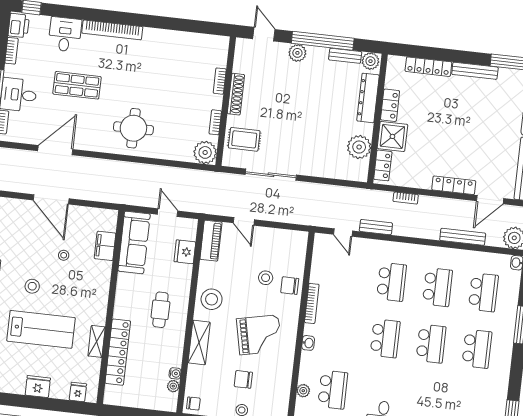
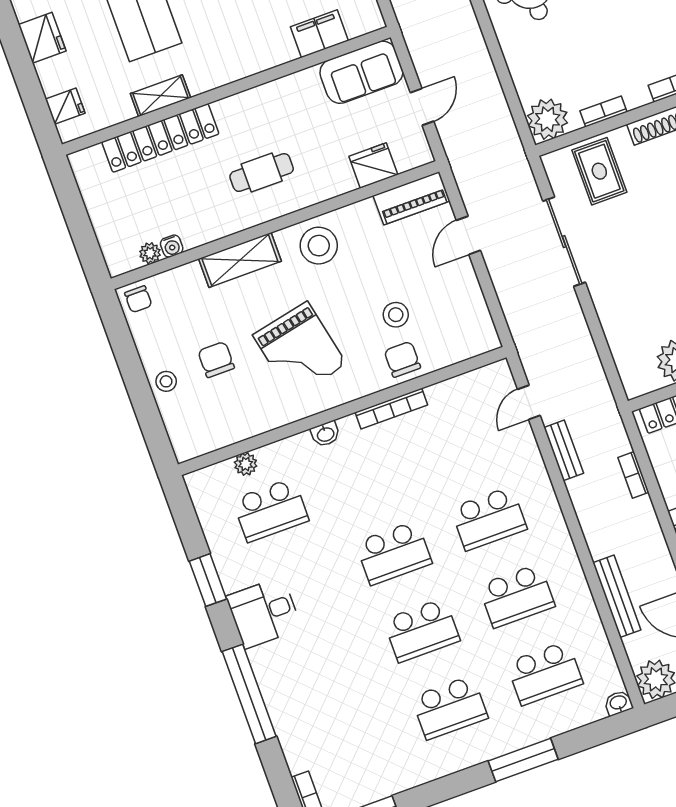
sofa: (134, 242) -> (361, 72), width x0.73

